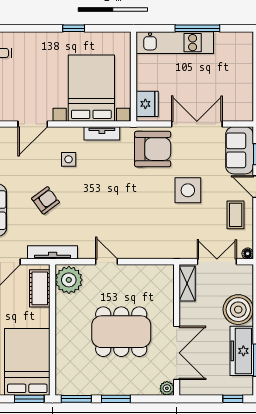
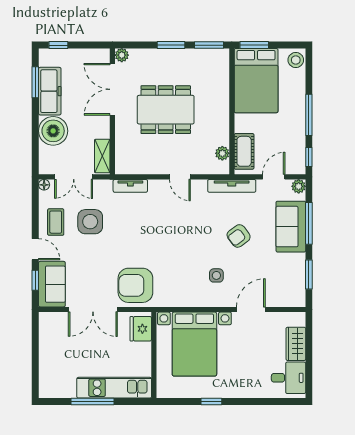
tv unit: (102, 133) -> (130, 186), moved, turned 180
side table: (188, 190) -> (90, 222), moved
plant: (69, 280) -> (222, 153), width x0.53, depth x0.53

